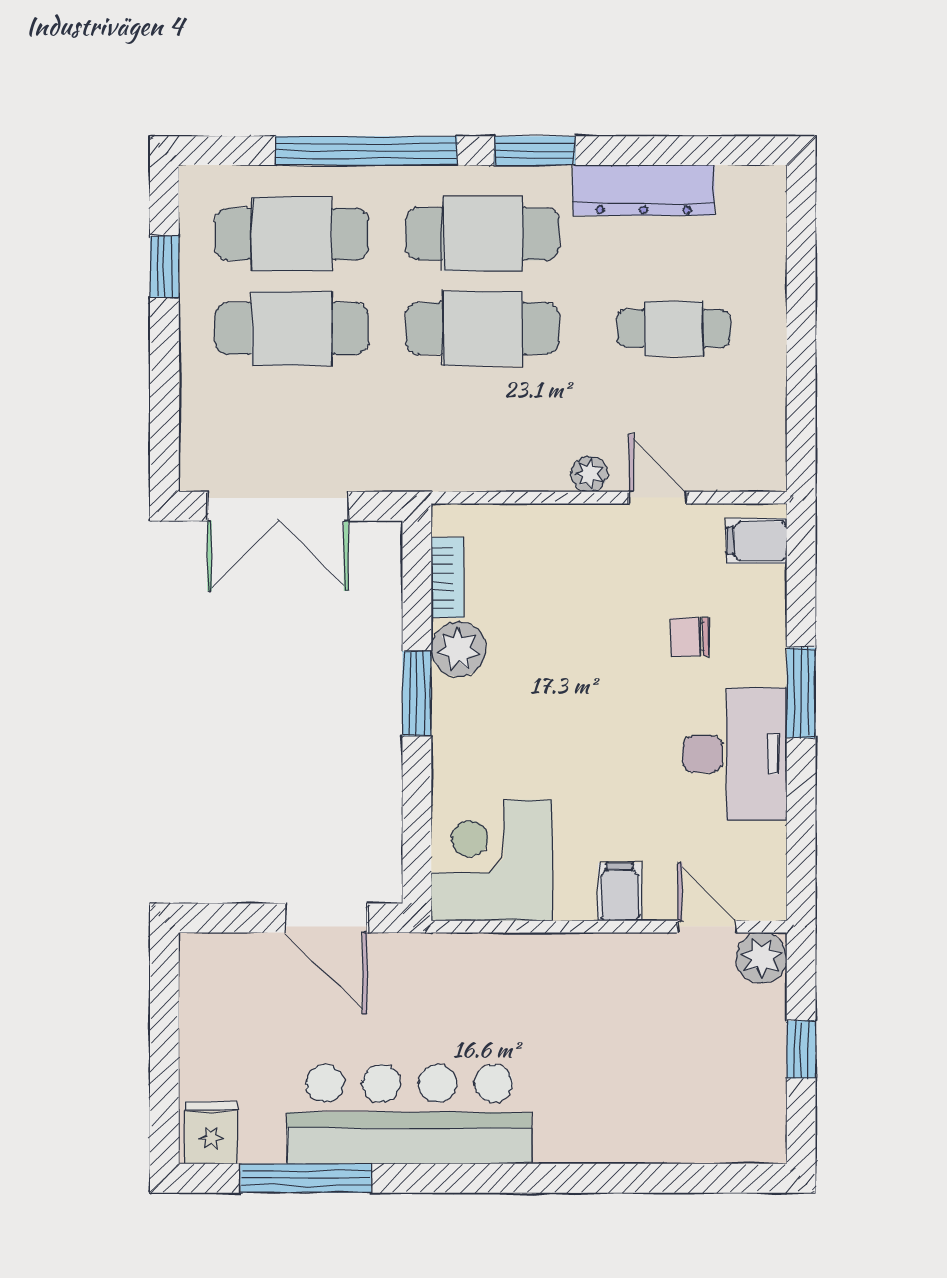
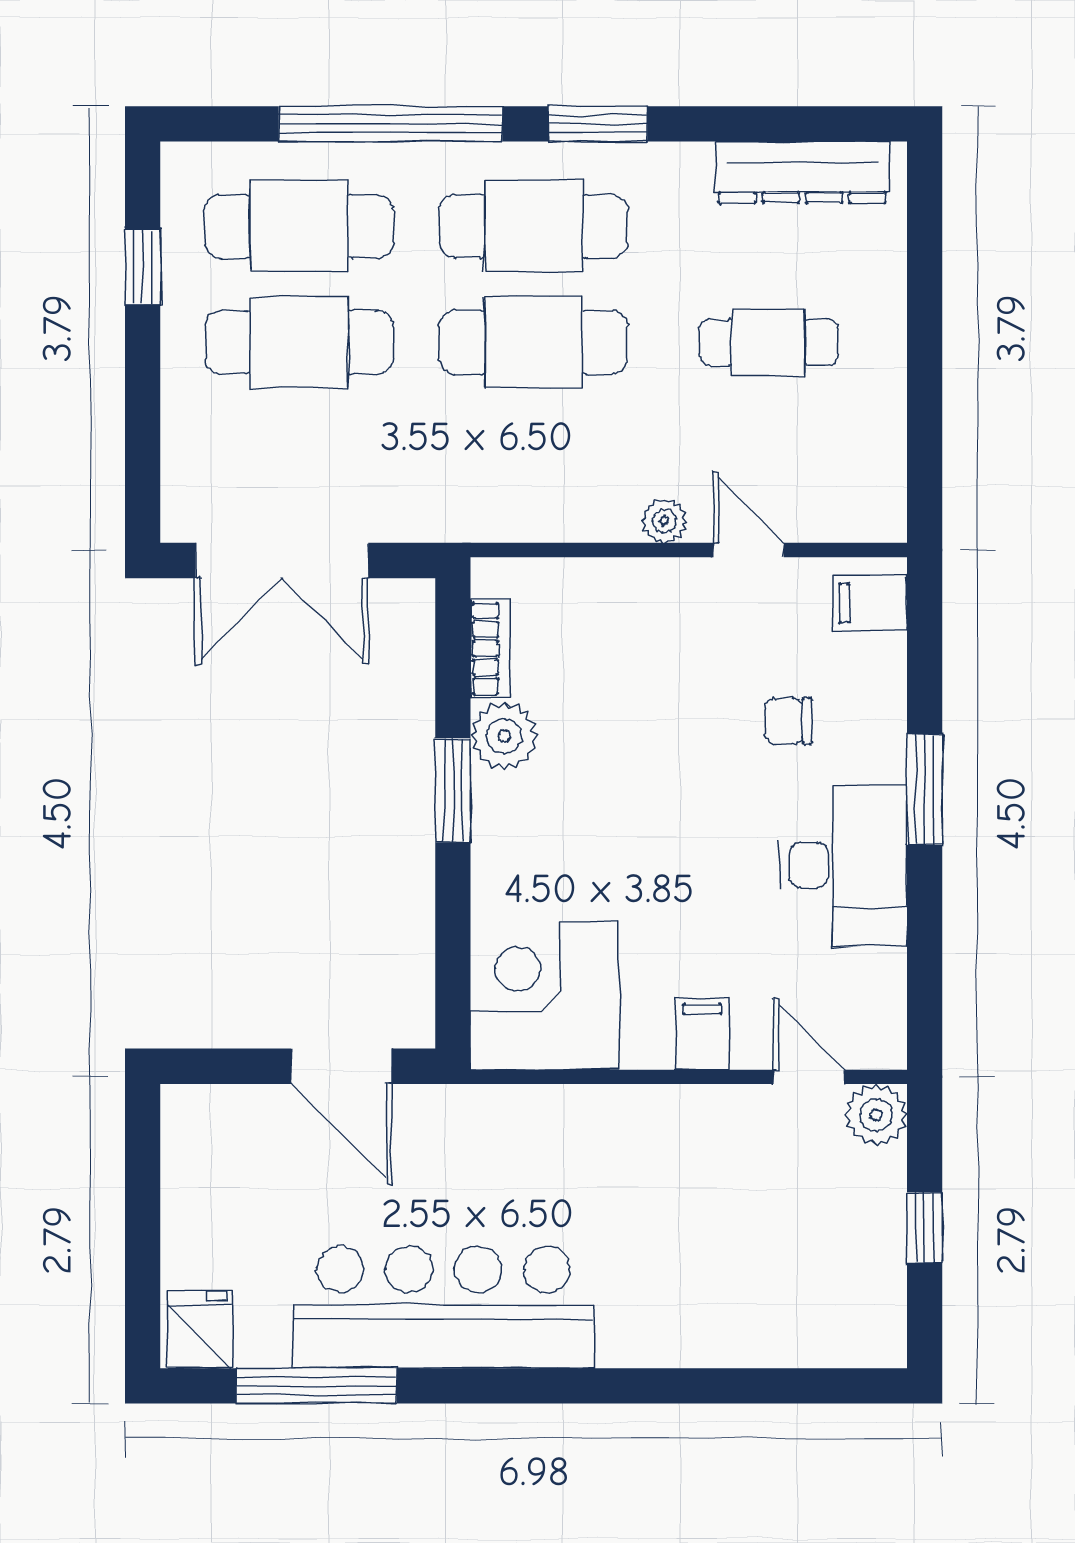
dresser: (644, 190) -> (802, 172), moved

